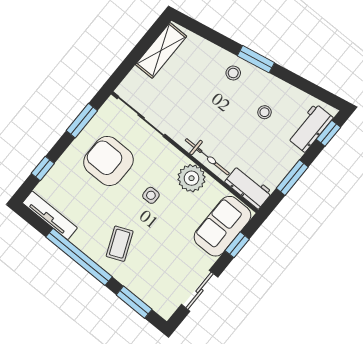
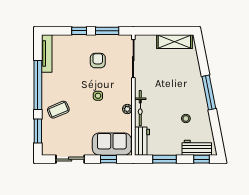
window: (256, 59) -> (209, 93), width x1.44
stool: (233, 73) -> (193, 87), removed
armchair: (108, 161) -> (98, 61), width x0.53, depth x0.53
window: (43, 168) -> (79, 31), moved
plant: (192, 178) -> (127, 109), width x0.53, depth x0.53
coffee table: (120, 244) -> (58, 110), moved

